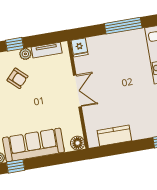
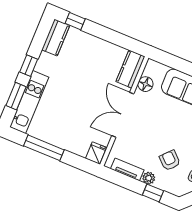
double door: (77, 91) -> (123, 115), width x1.37
kitchen counter: (114, 136) -> (130, 69), moved, turned 90
floor lamp: (78, 143) -> (145, 84), moved

